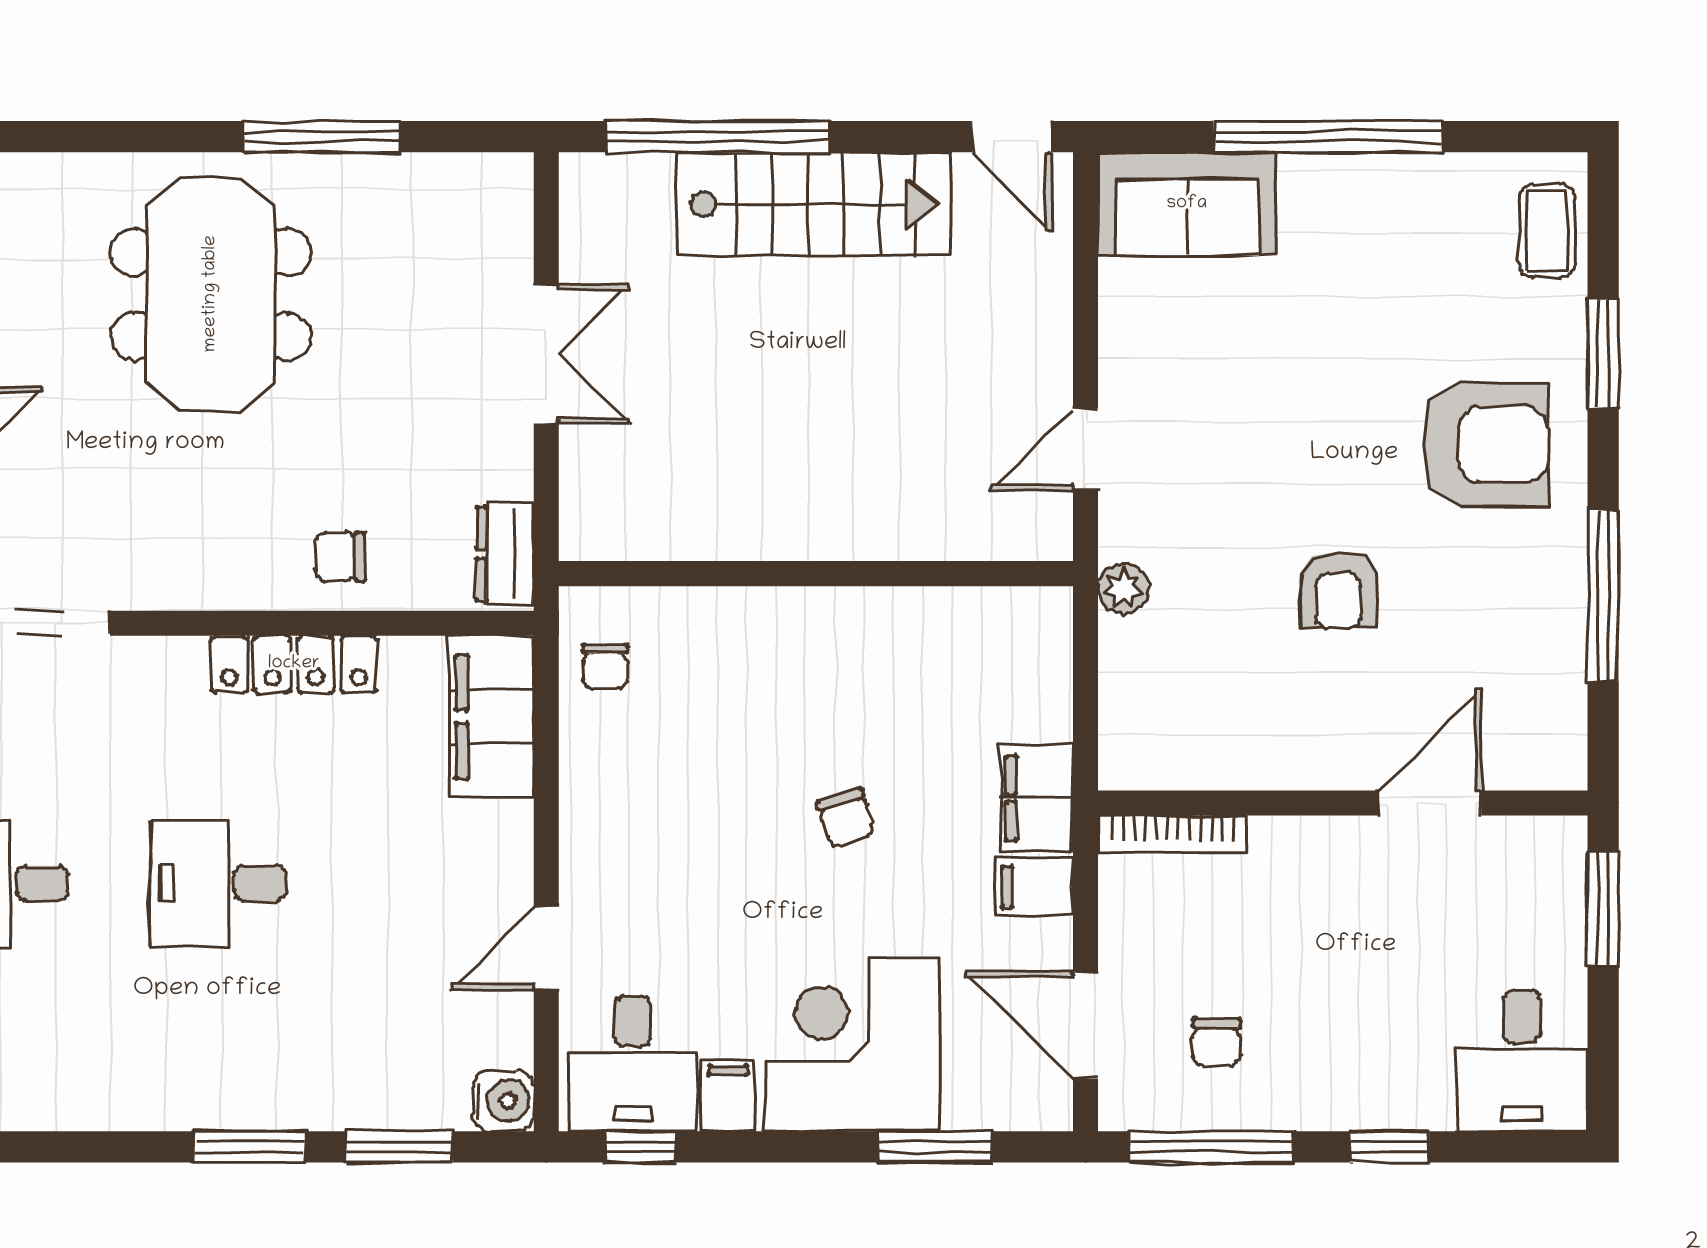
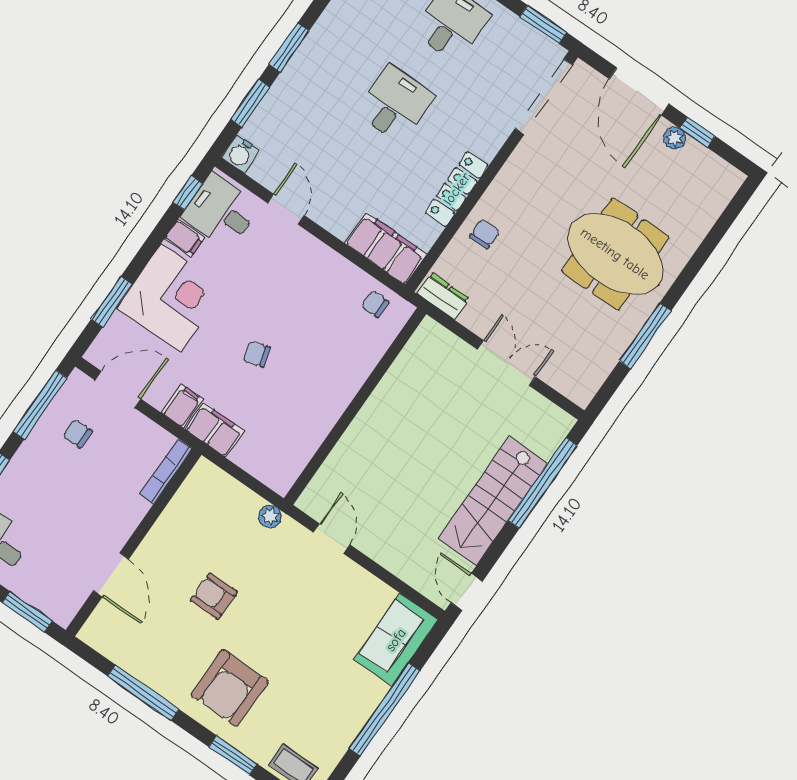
door: (1012, 137) -> (467, 592), hinge flipped
double door: (546, 354) -> (507, 363), swing flipped

